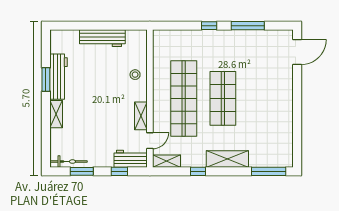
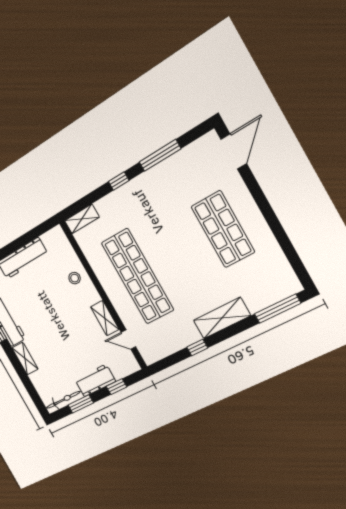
shop shelf: (223, 98) -> (223, 229), moved
door: (150, 141) -> (128, 340), swing flipped
workbench: (131, 159) -> (95, 381), moved
shelving: (167, 161) -> (82, 219), moved

